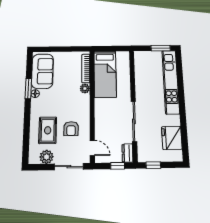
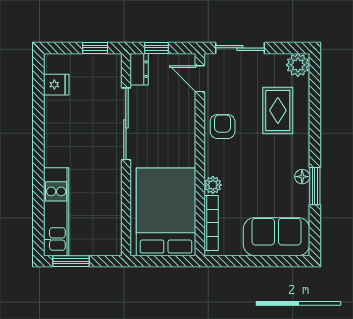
sofa: (42, 71) -> (276, 237), moved, turned 90
bed: (105, 74) -> (166, 212), width x1.50
kitchen unit: (171, 82) -> (56, 212), width x0.73
armchair: (71, 129) -> (223, 126), moved
fridge: (172, 138) -> (56, 85), width x0.53, depth x0.75
plant: (46, 157) -> (298, 65), moved

